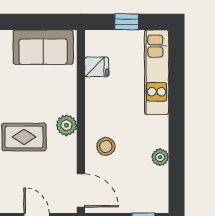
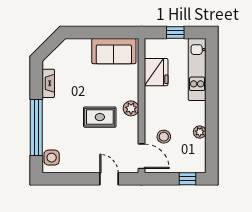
fridge: (97, 67) -> (156, 72), width x1.88, depth x1.34
stool: (106, 146) -> (164, 137), moved

